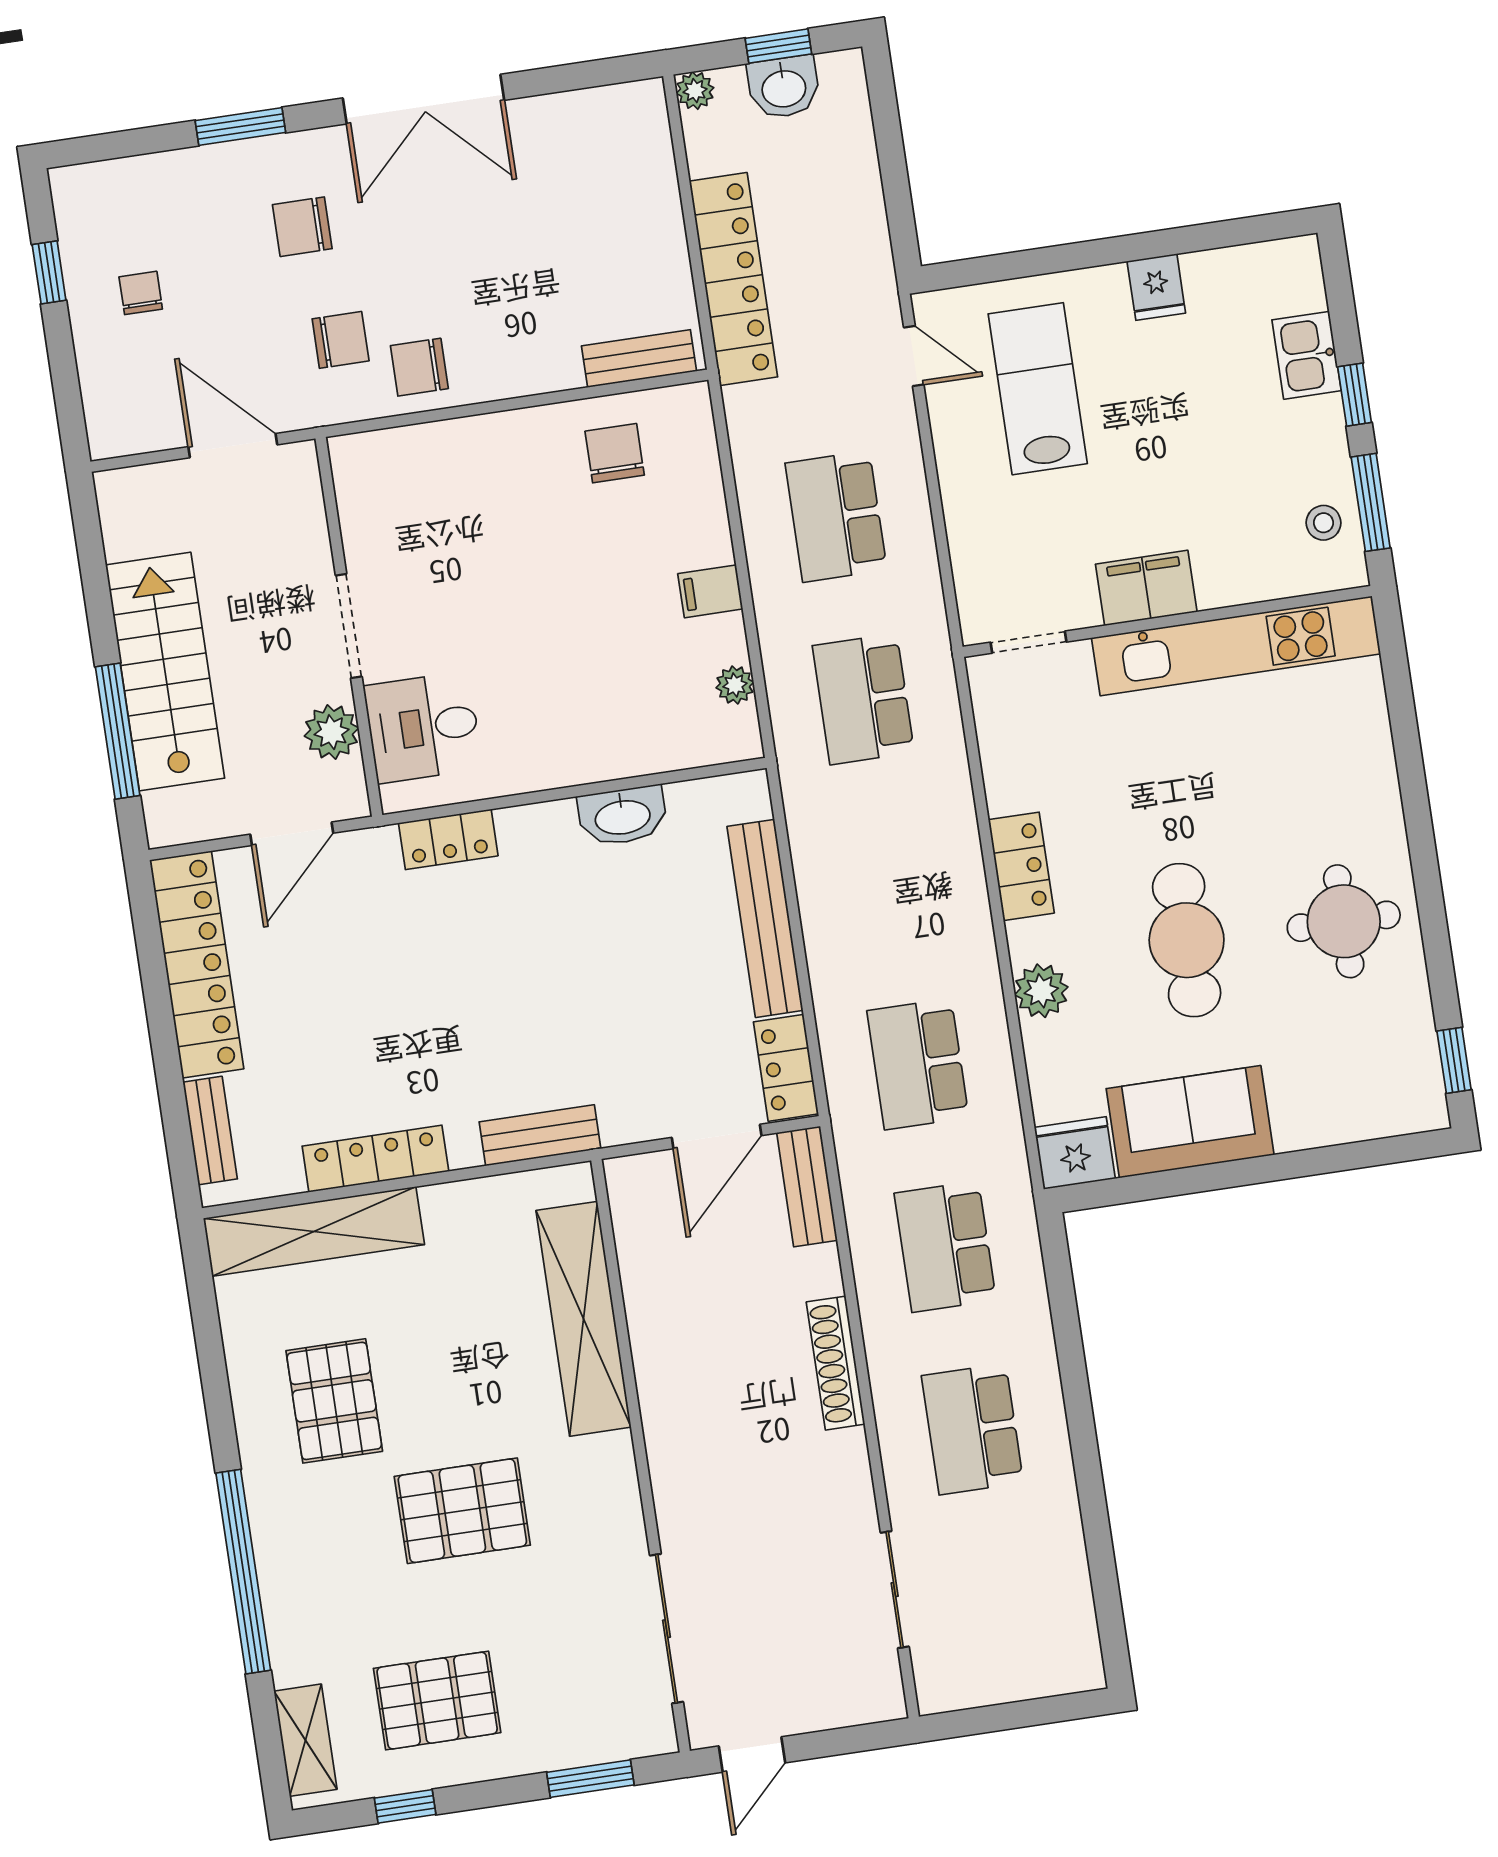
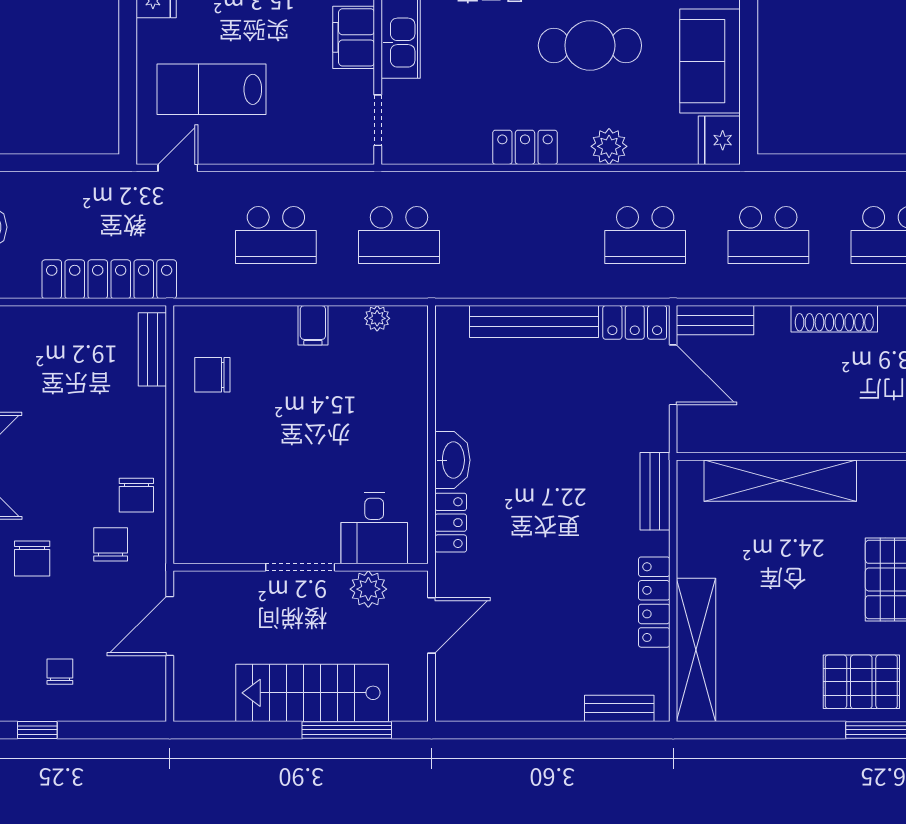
chair: (141, 293) -> (60, 672), turned 90
washbasin: (622, 816) -> (452, 460), moved
door: (292, 834) -> (431, 625), hinge flipped
locker: (197, 964) -> (508, 701), removed
pallet: (334, 1401) -> (861, 682), moved

